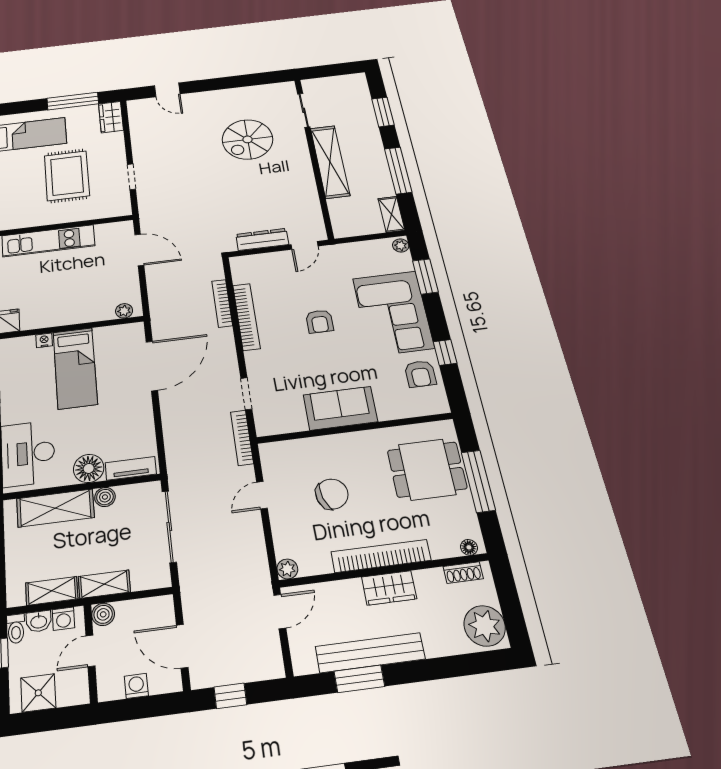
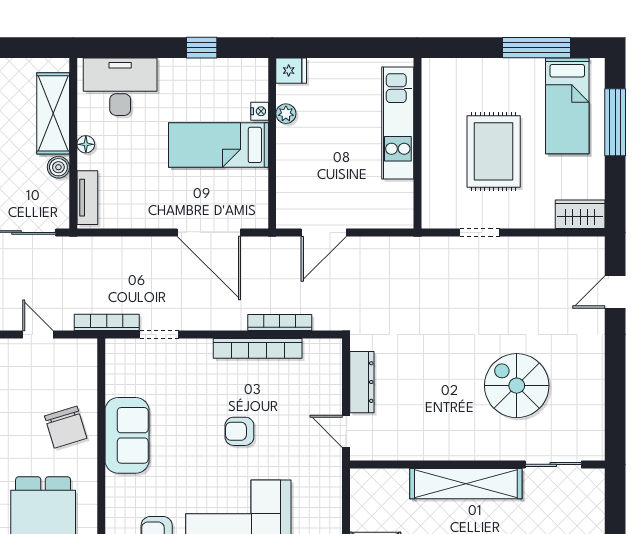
window: (73, 101) -> (615, 122), moved
rug: (67, 176) -> (494, 151), turned 90
door: (139, 250) -> (324, 232), moved
plant: (124, 311) -> (286, 114), moved
floor lamp: (89, 468) -> (86, 144), width x0.53, depth x0.53
chair: (332, 494) -> (66, 427), moved

